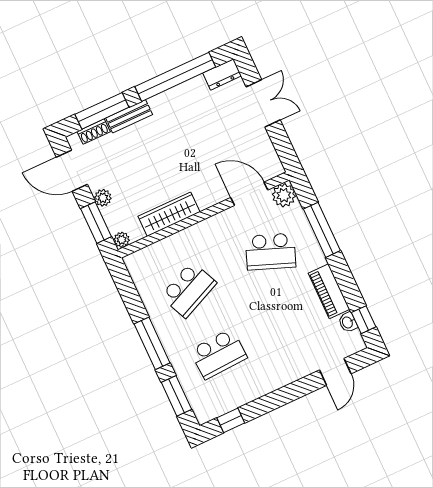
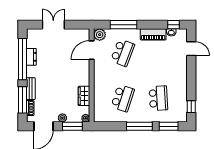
dresser: (222, 74) -> (31, 57), moved
wardrobe: (169, 214) -> (84, 96), width x0.67
school desk: (189, 290) -> (123, 98), turned 42

